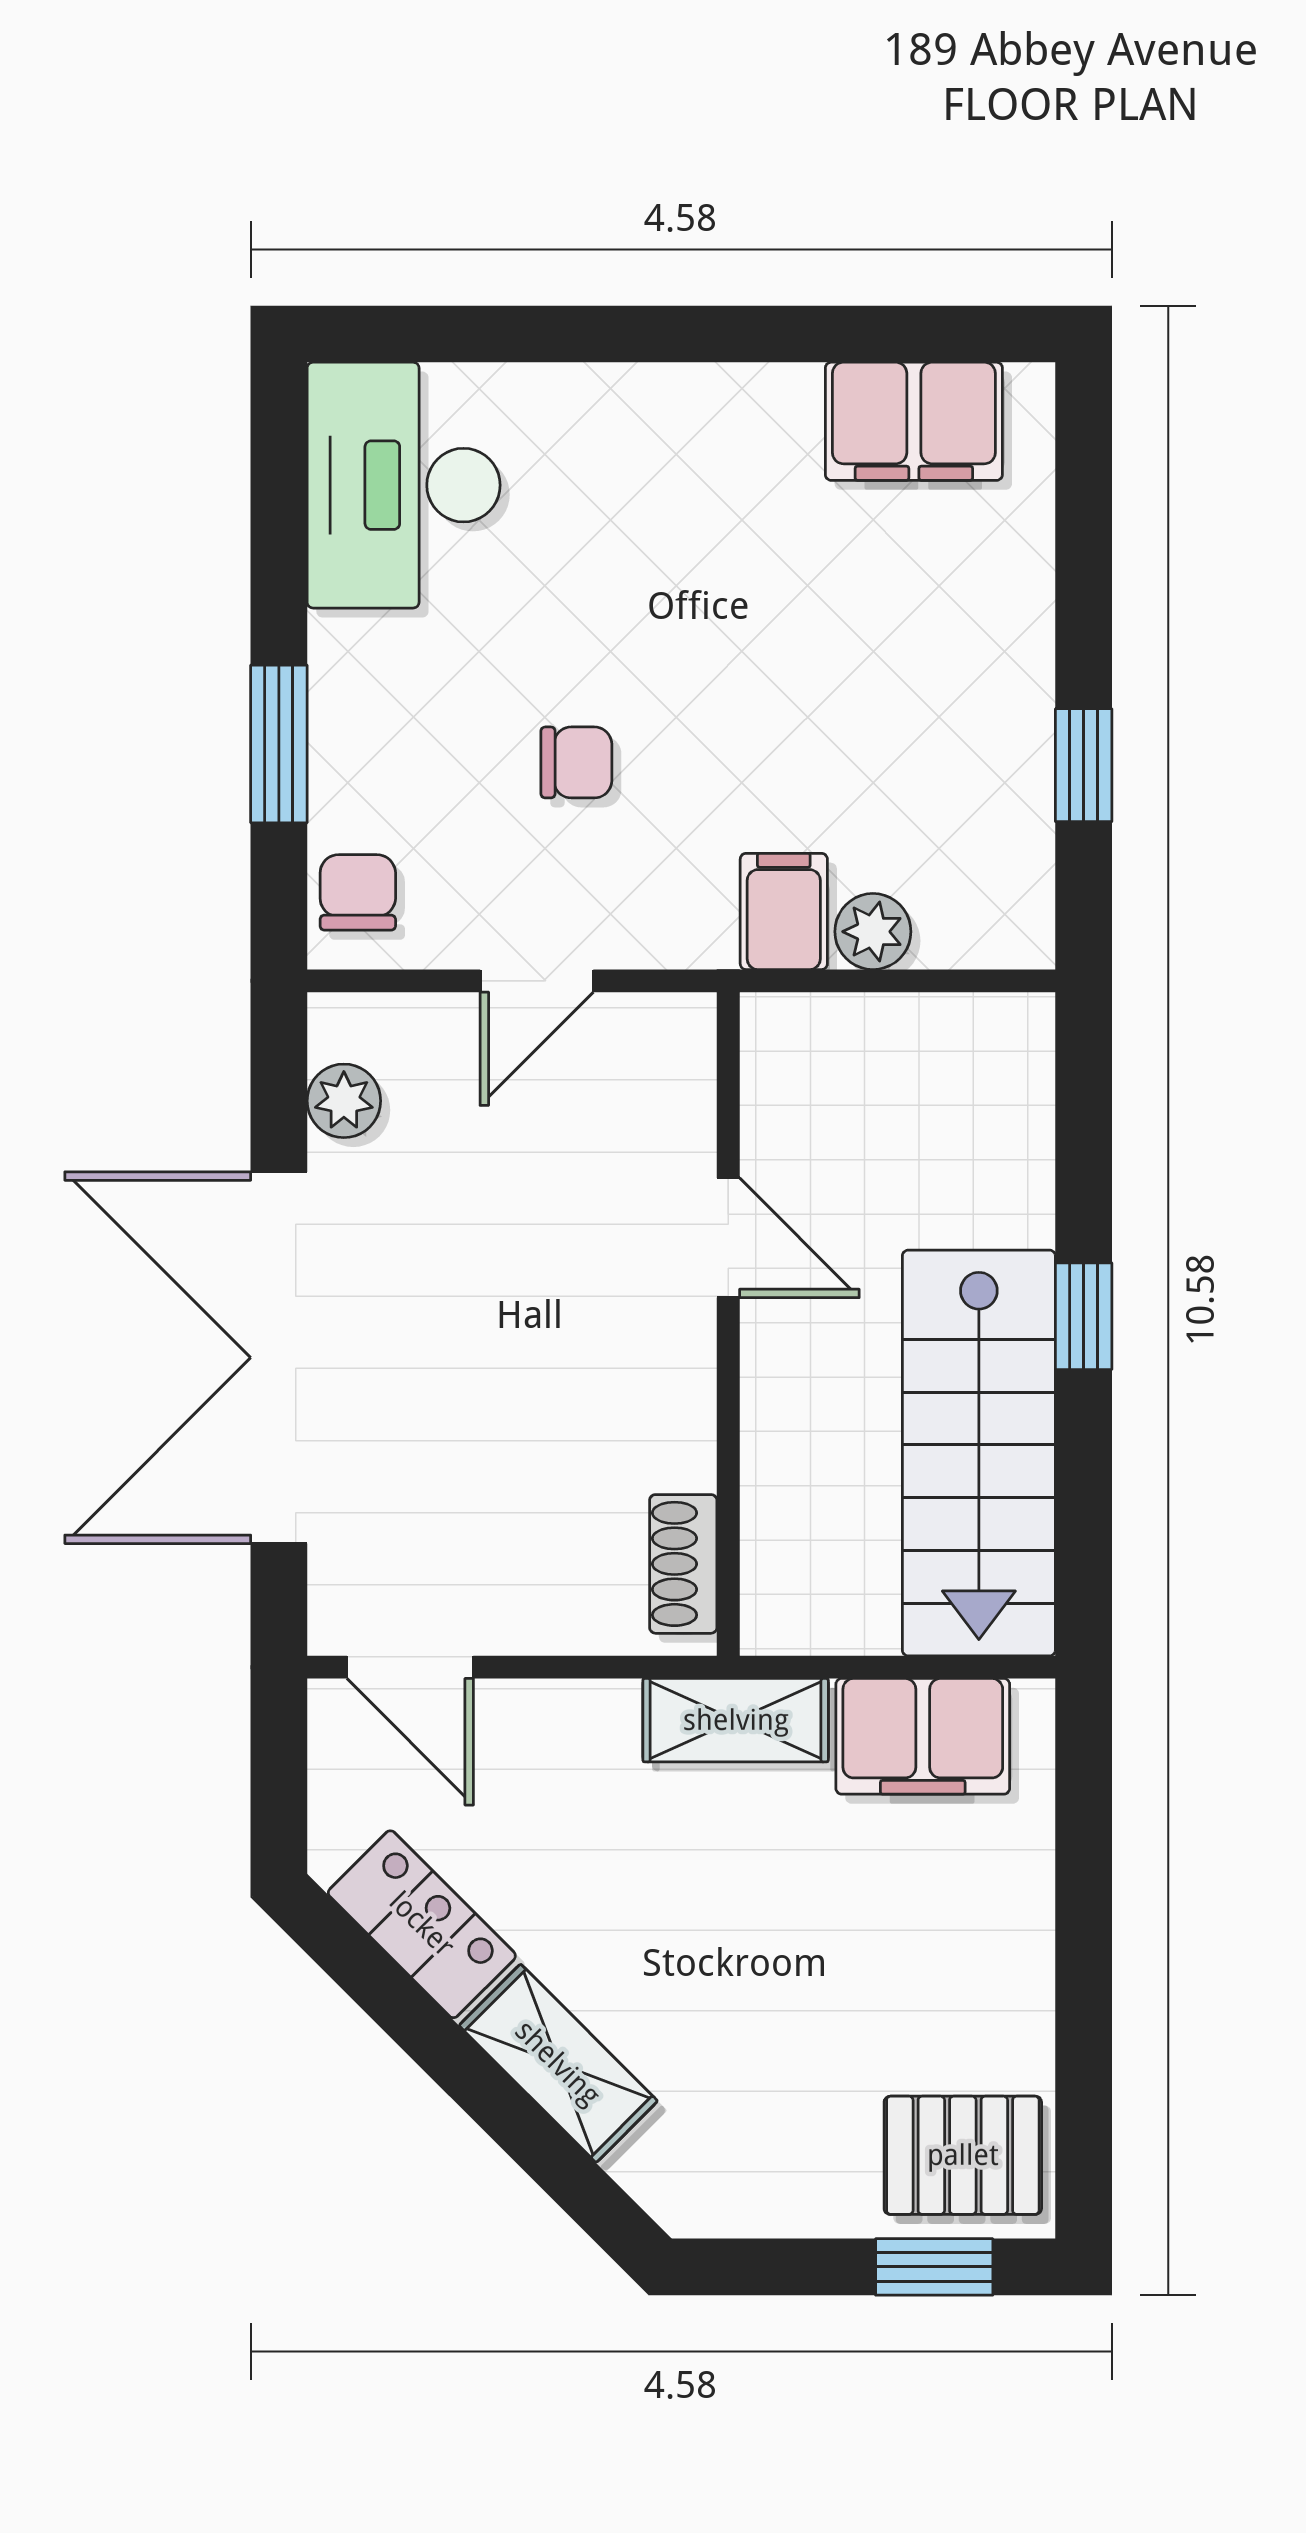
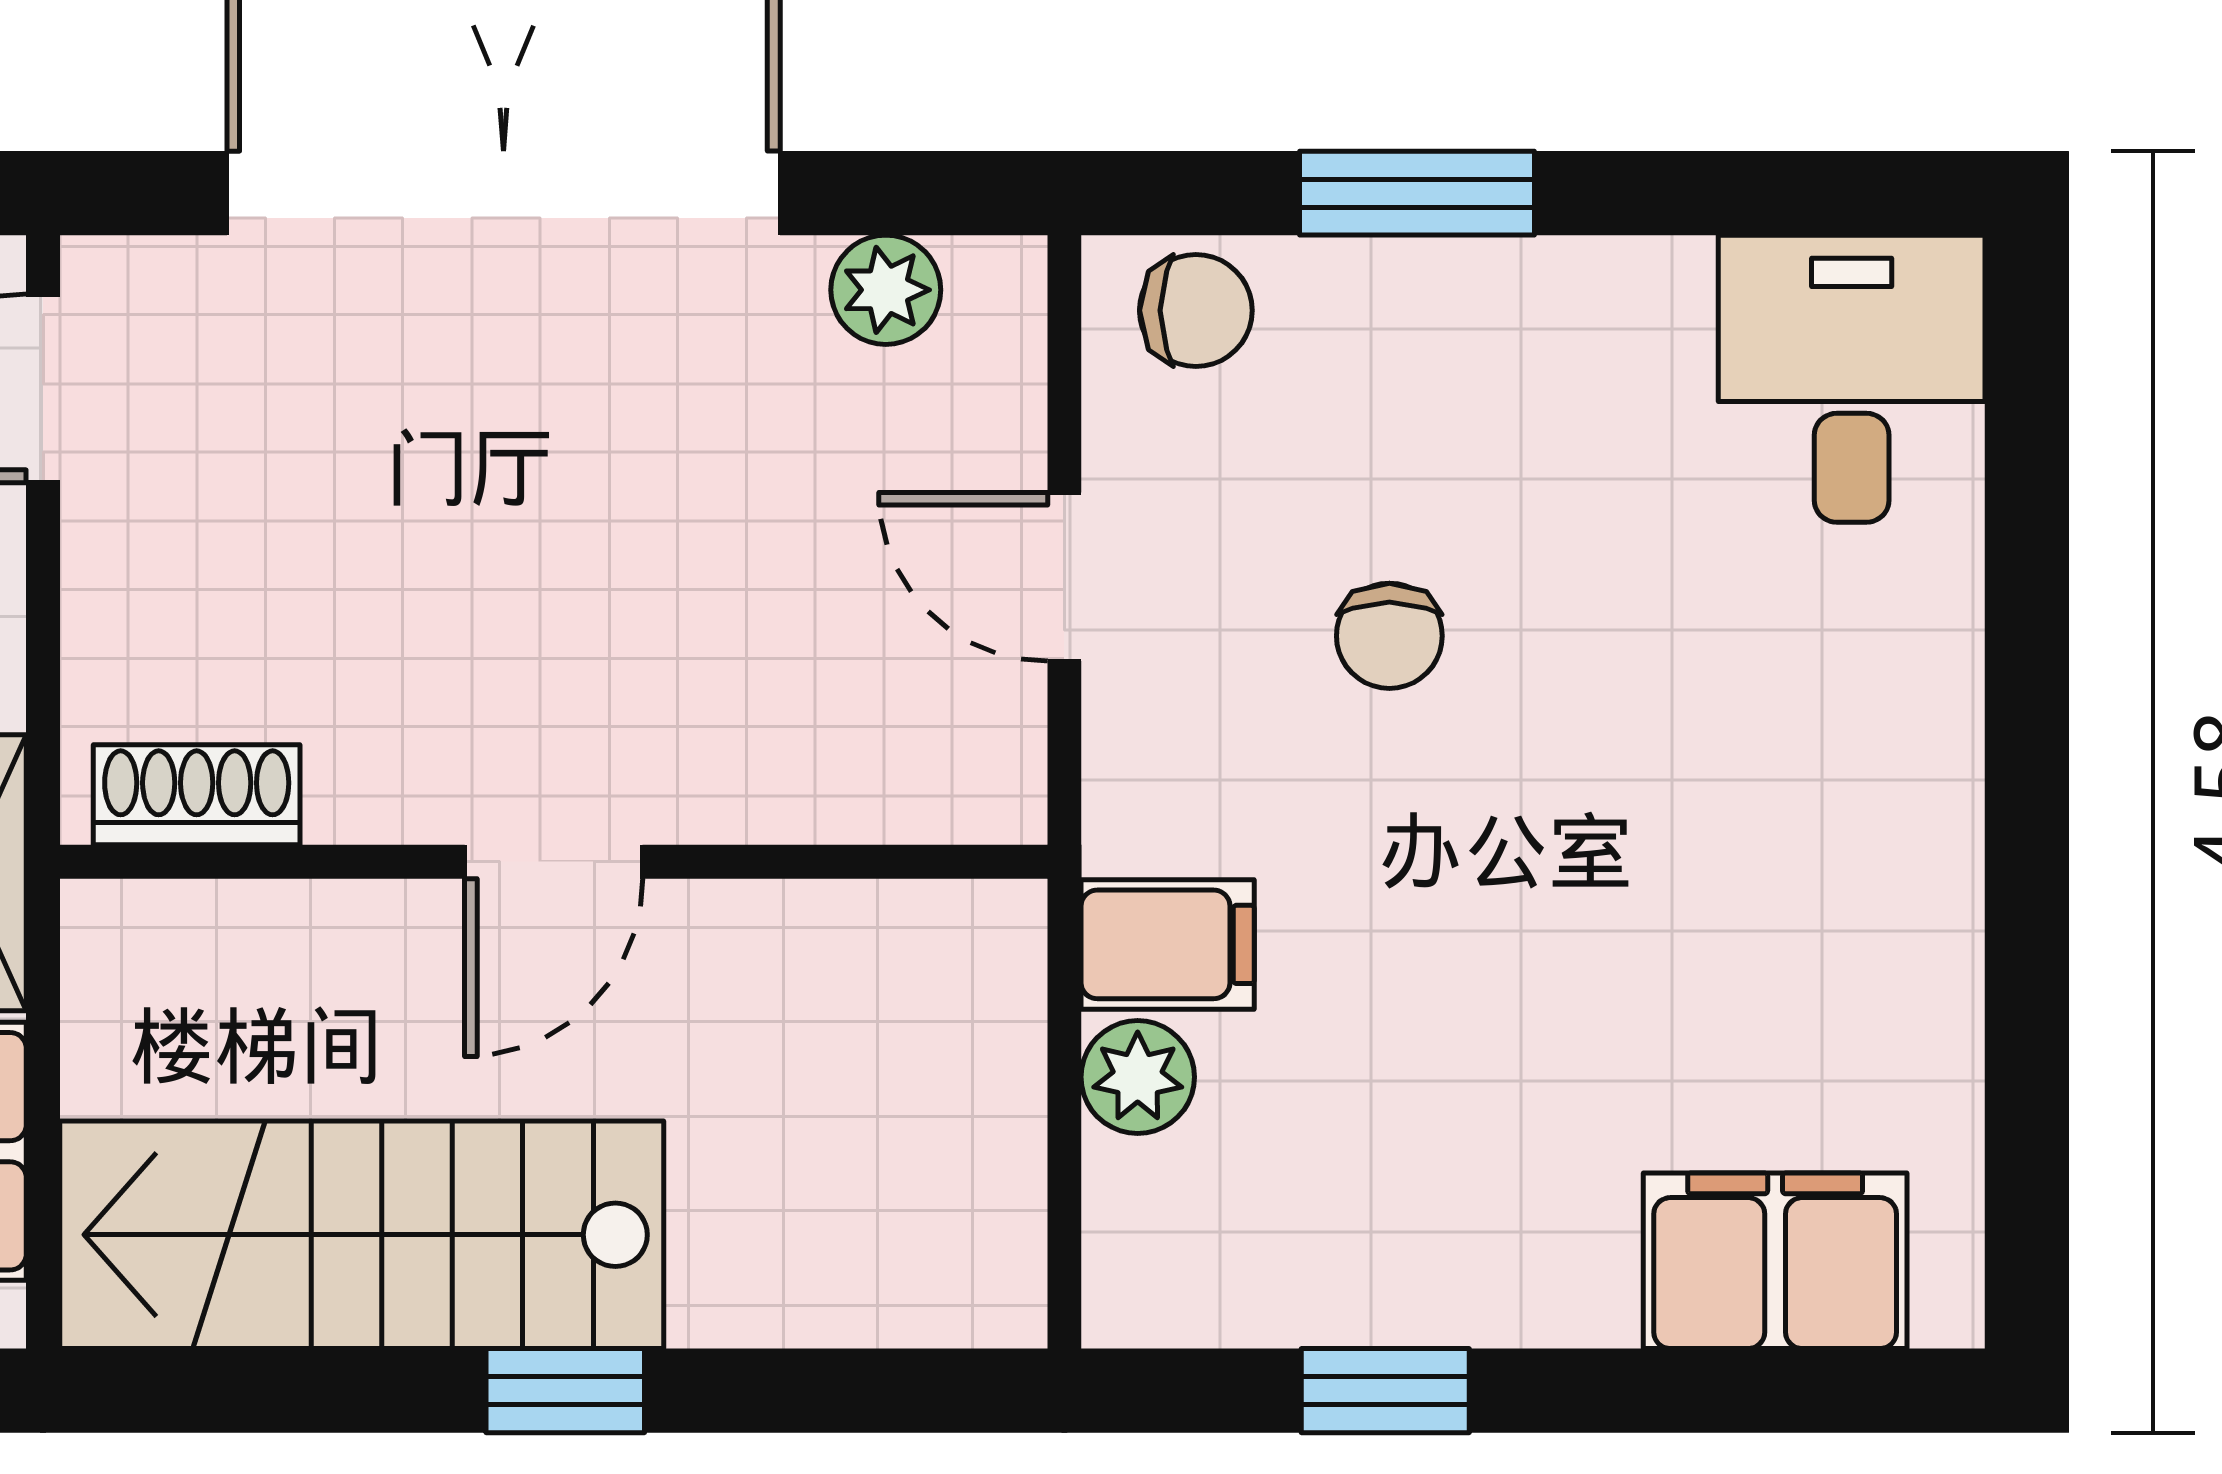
filing cabinet: (914, 421) -> (1775, 1261), moved, turned 90
desk: (404, 485) -> (1852, 379), width x0.73
door: (728, 1238) -> (554, 862), moved

